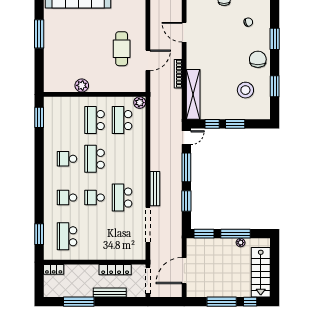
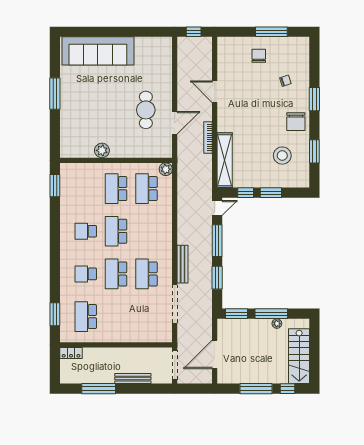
chair: (258, 59) -> (296, 122), turned 180
school desk: (95, 198) -> (116, 274), width x1.85
locker: (115, 270) -> (139, 353), removed

